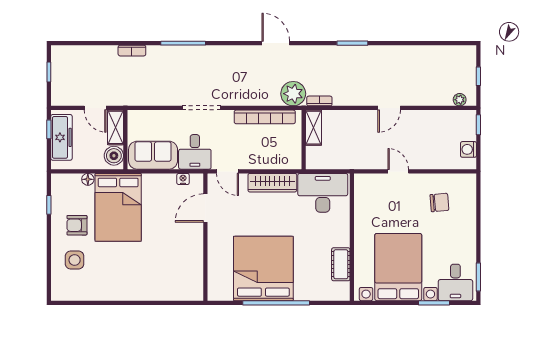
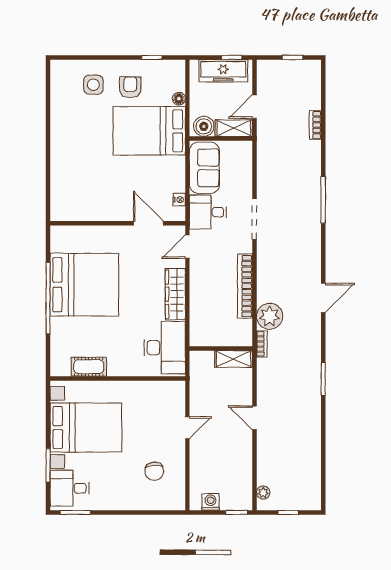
bookcase: (132, 51) -> (315, 125), moved
shelving: (314, 128) -> (234, 359), moved
wall: (304, 140) -> (221, 348), moved

